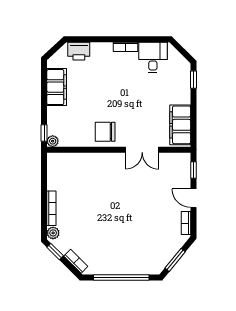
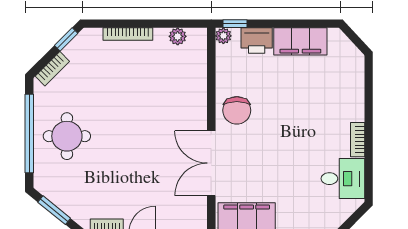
printer: (79, 51) -> (257, 41), moved, turned -90
chair: (105, 132) -> (237, 110), turned 180
double door: (142, 150) -> (211, 163), width x1.37
plant: (53, 233) -> (178, 36), moved
round table: (123, 251) -> (67, 136), added

